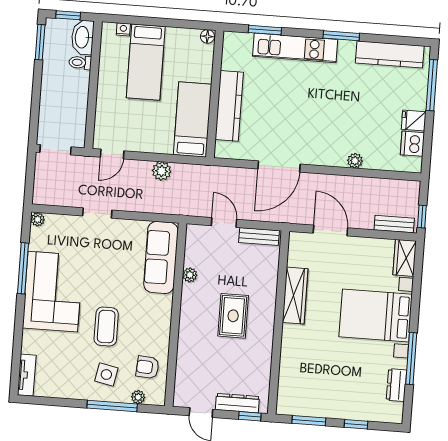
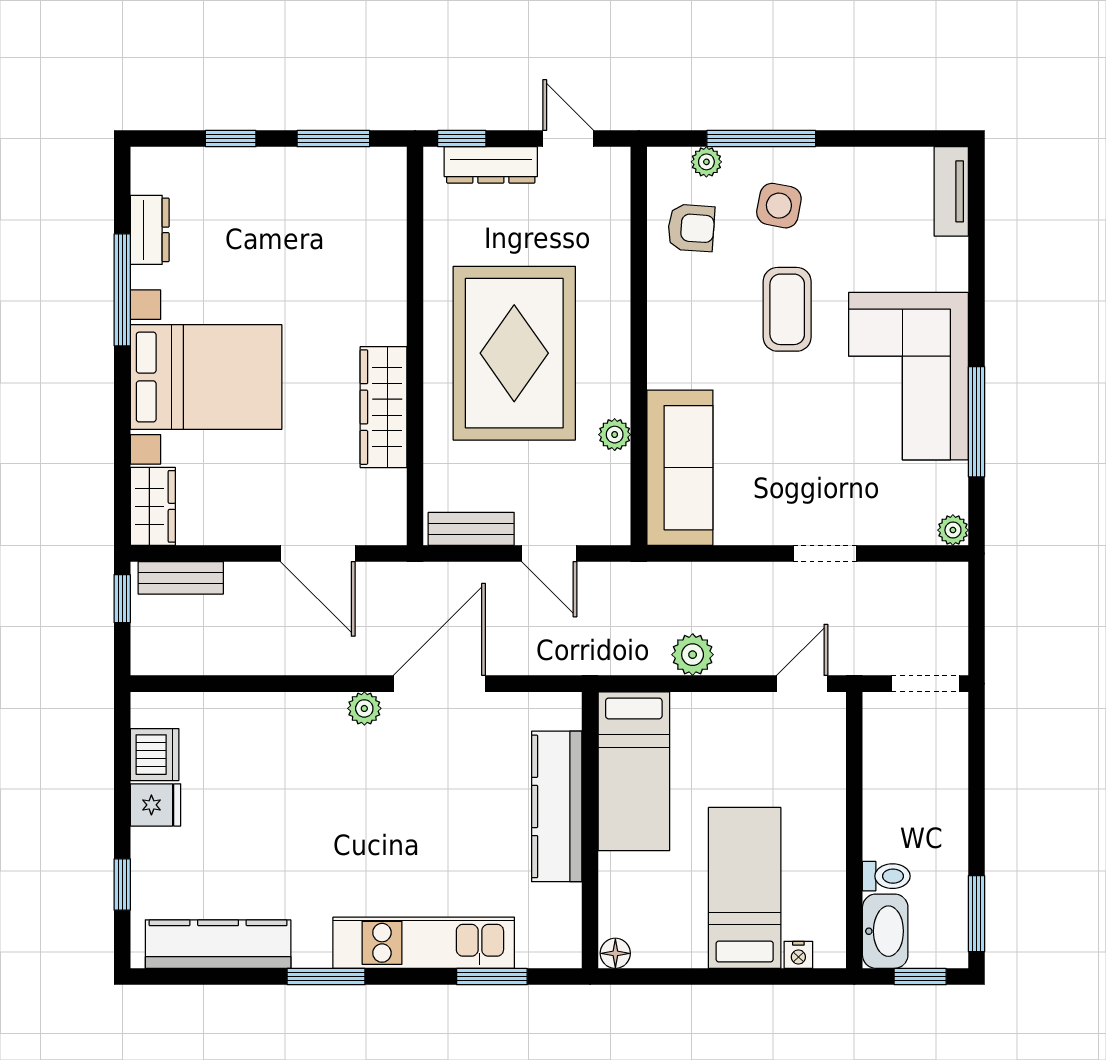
window: (432, 85) -> (122, 884), width x0.46
plant: (355, 161) -> (364, 708), moved
rug: (233, 316) -> (514, 353), width x1.86, depth x2.06

